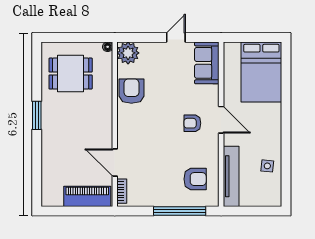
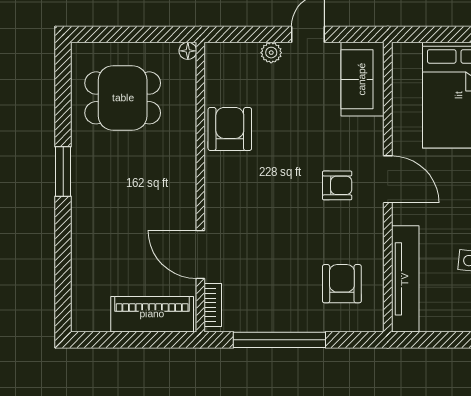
plant: (128, 53) -> (271, 53), moved, width x0.53, depth x0.53
armchair: (192, 123) -> (337, 185), turned 180
armchair: (195, 179) -> (342, 284), turned -90
window: (180, 211) -> (279, 340), moved

